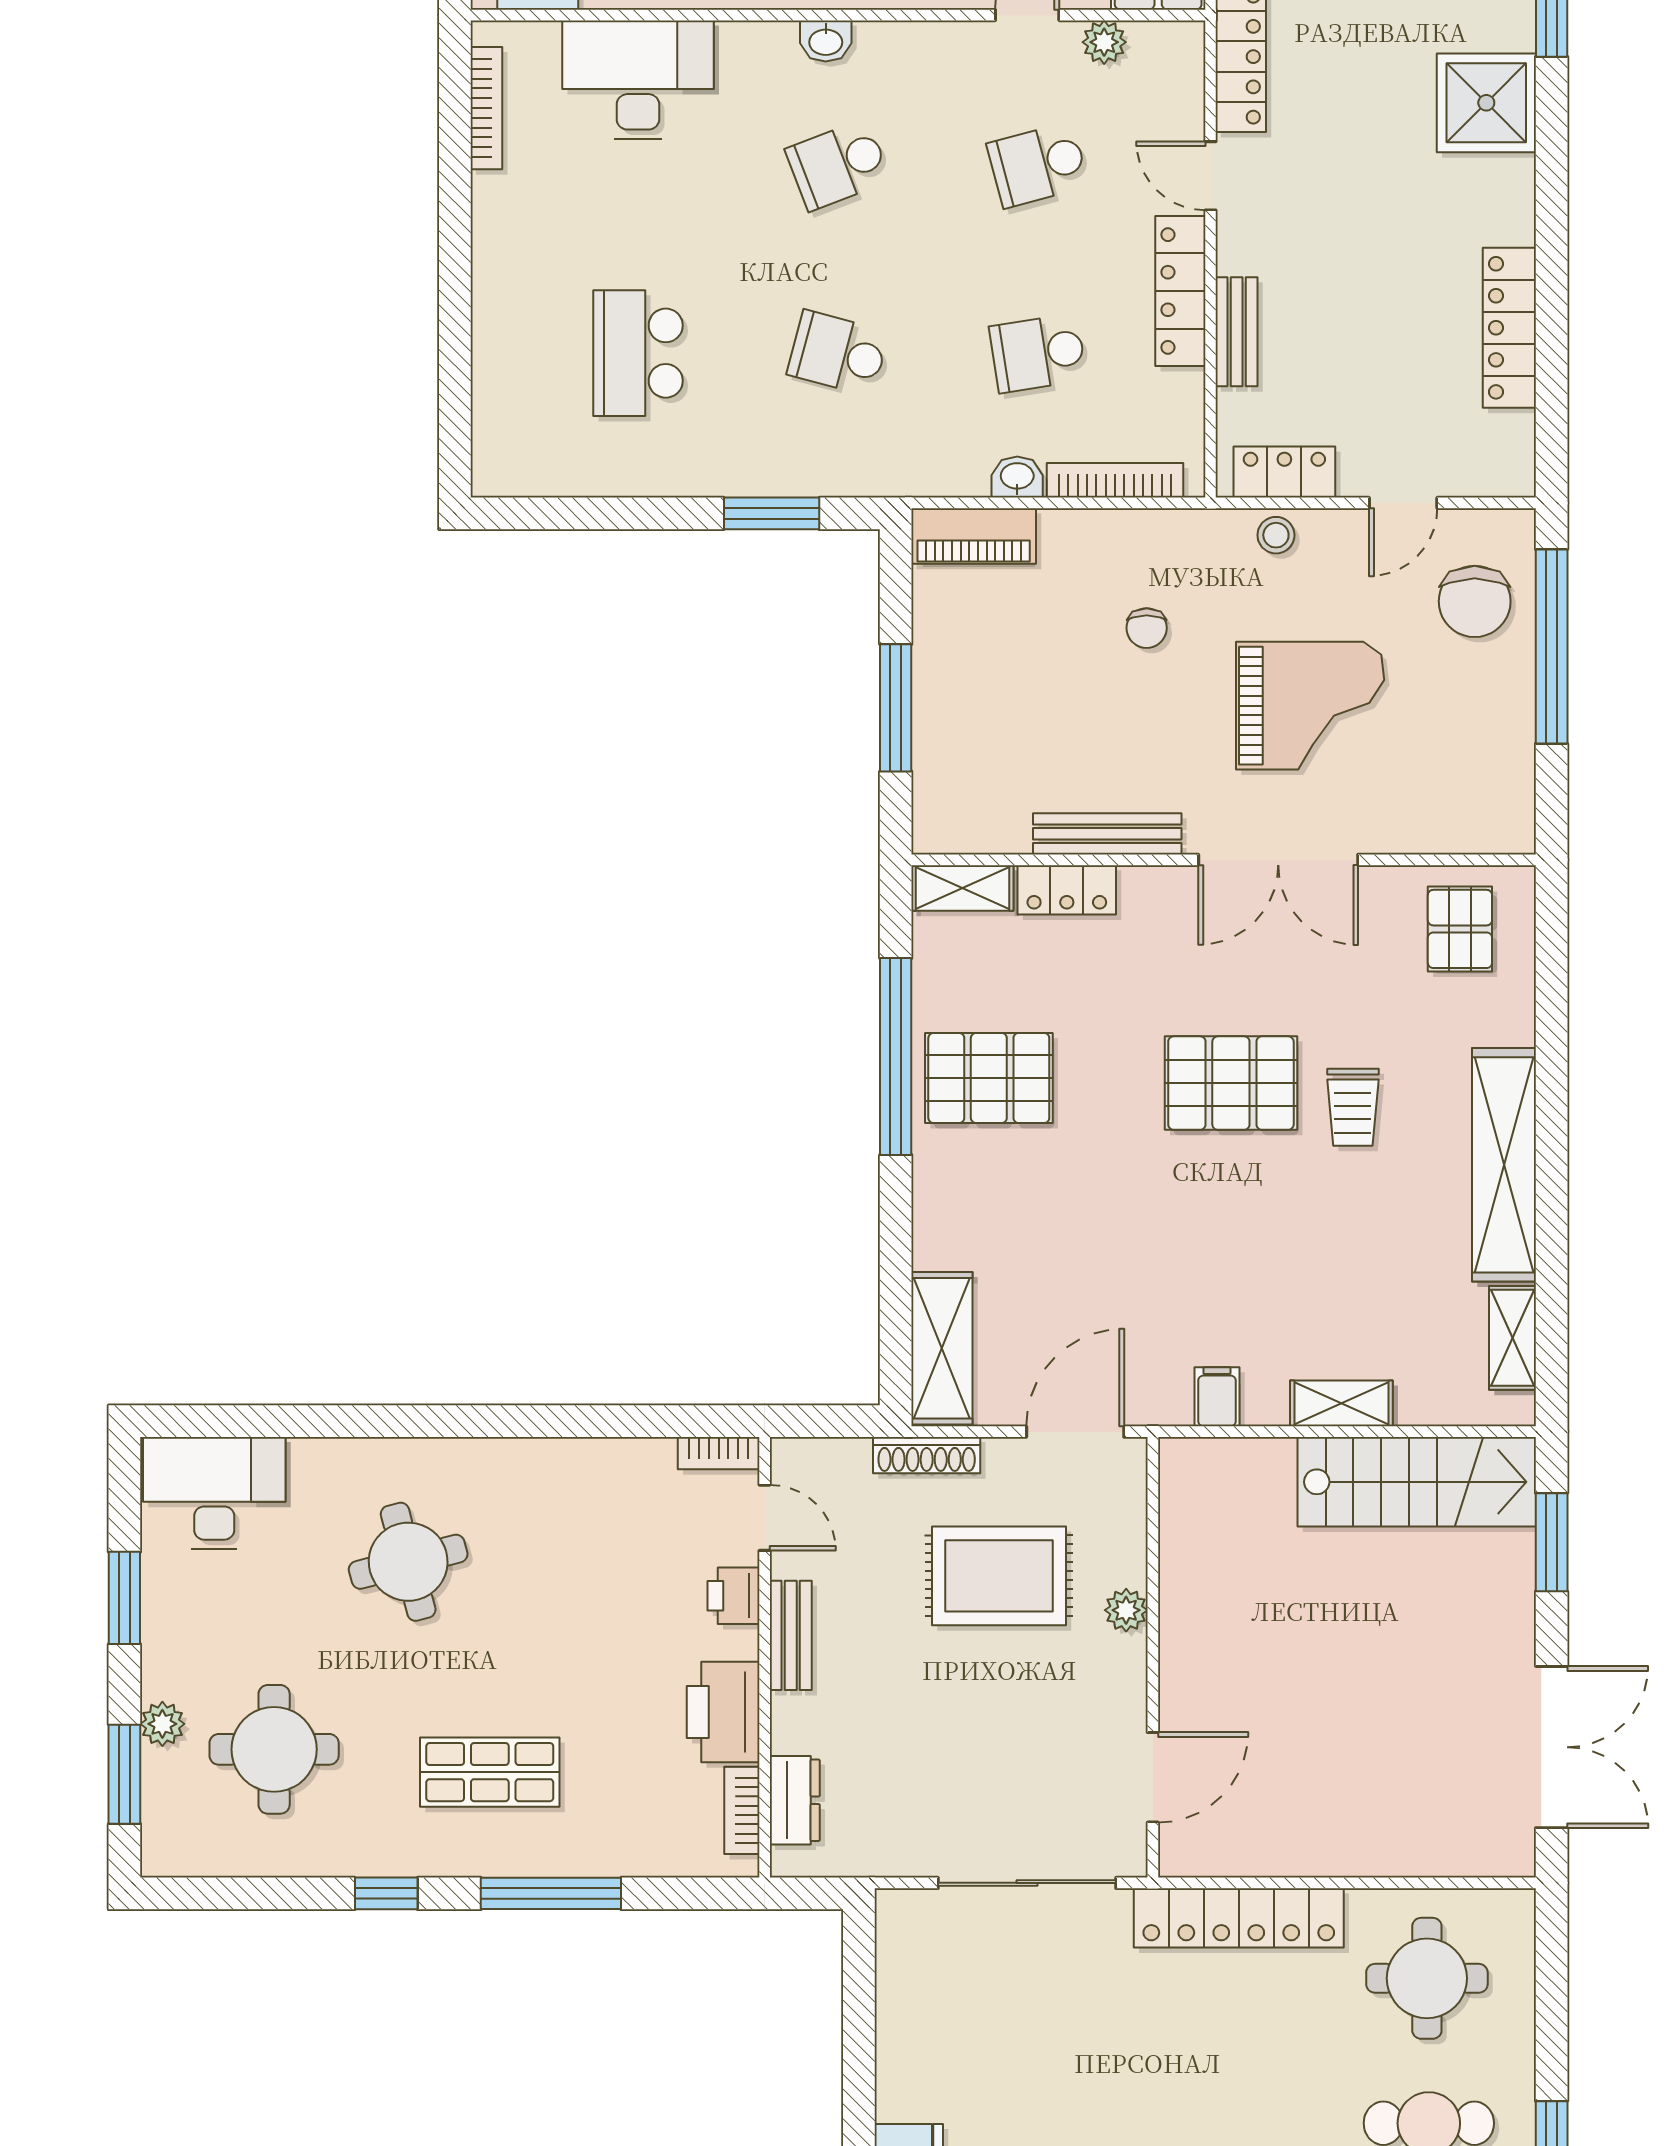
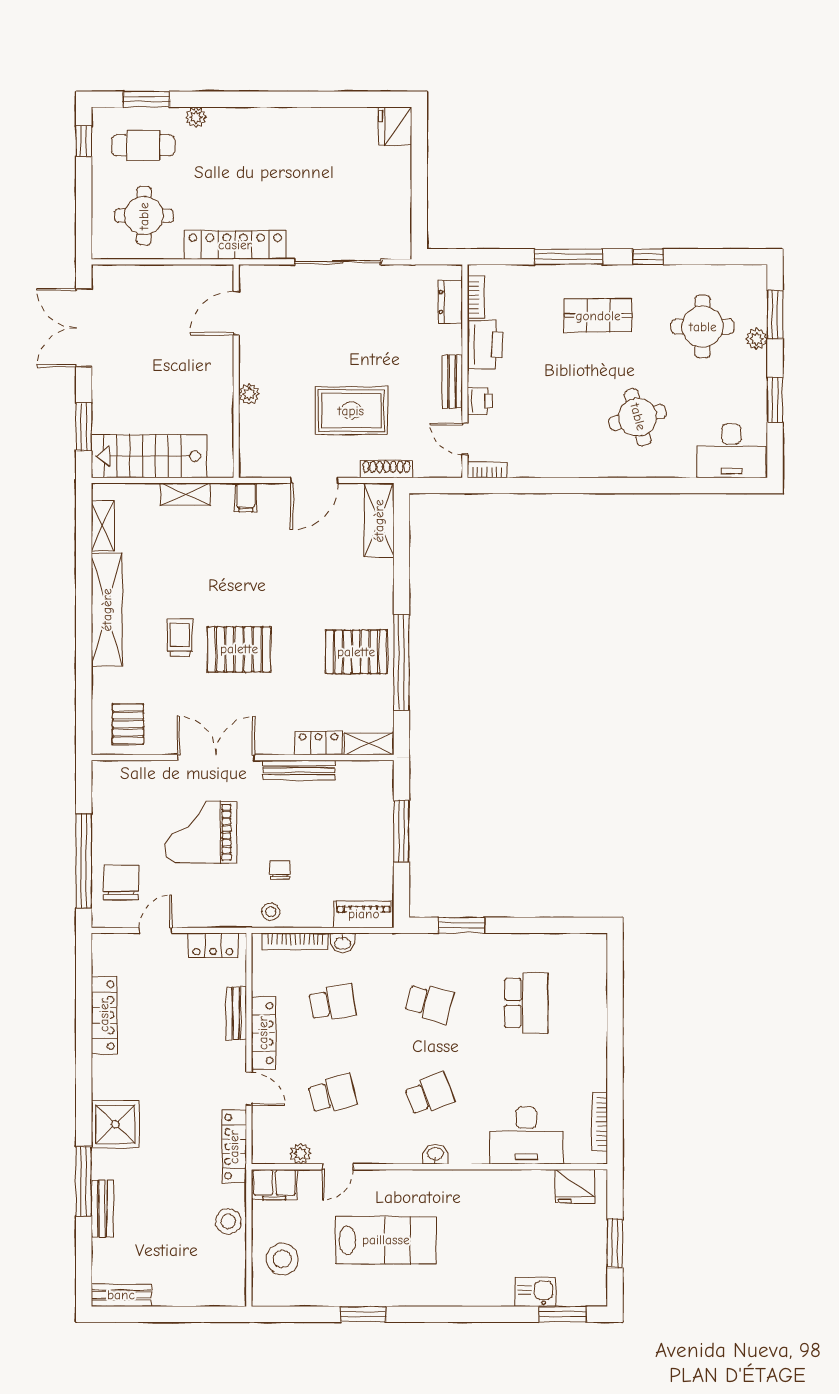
stool: (1276, 535) -> (271, 912), moved
plant: (1126, 1610) -> (249, 394), moved
wall: (1153, 1657) -> (236, 371), moved
door: (1153, 1777) -> (236, 313), moved

